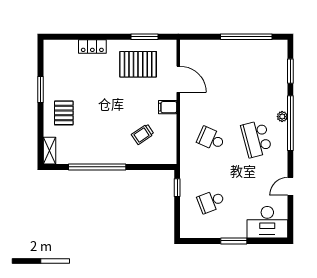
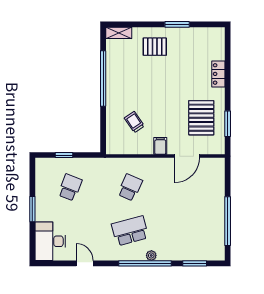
window: (177, 188) -> (64, 155), moved
school desk: (211, 202) -> (70, 187), turned 42

